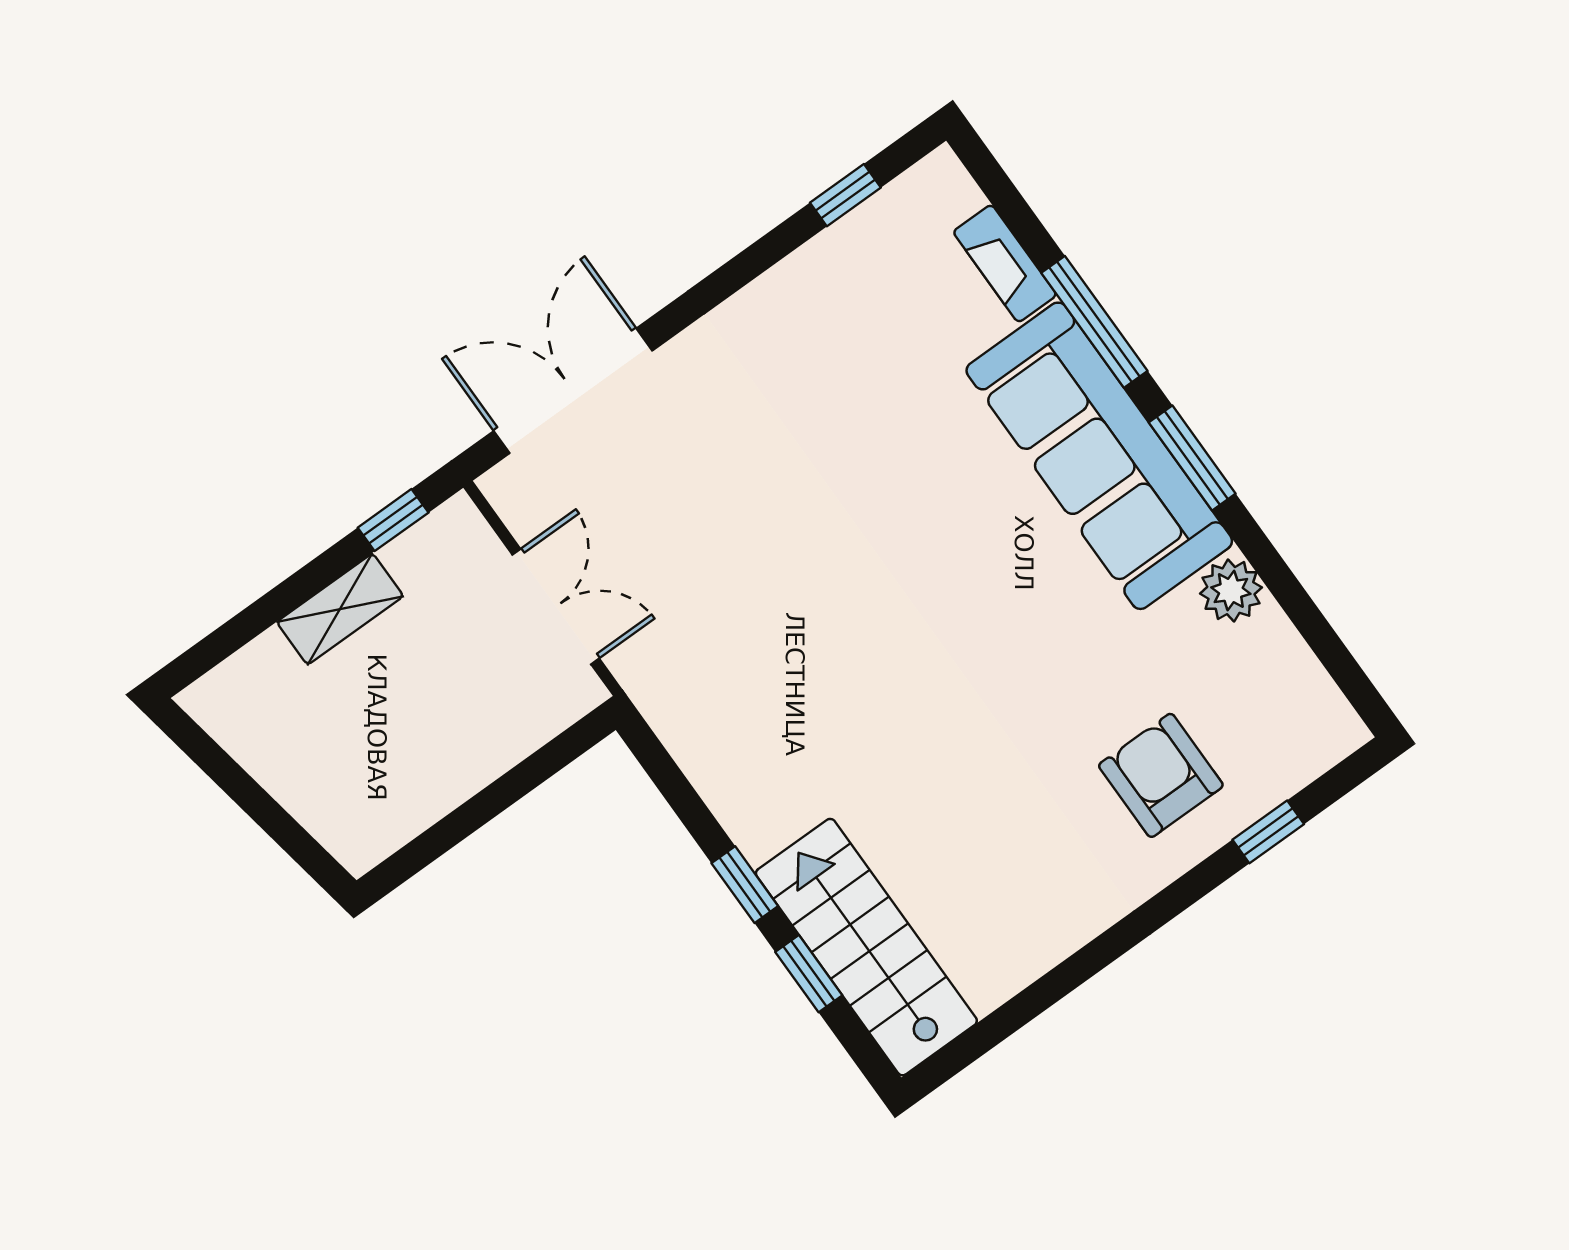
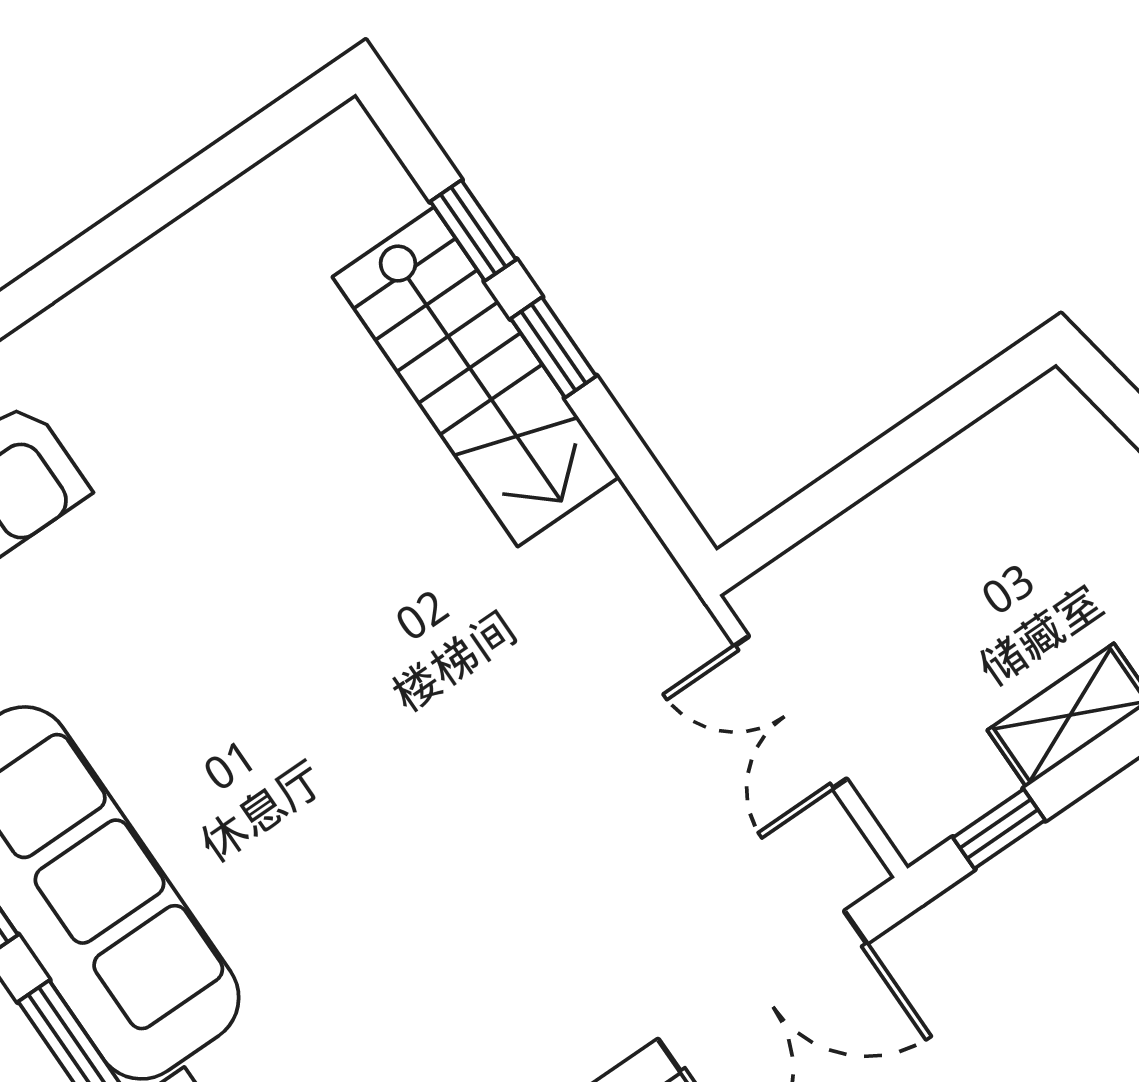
stairs: (866, 947) -> (476, 377), moved

